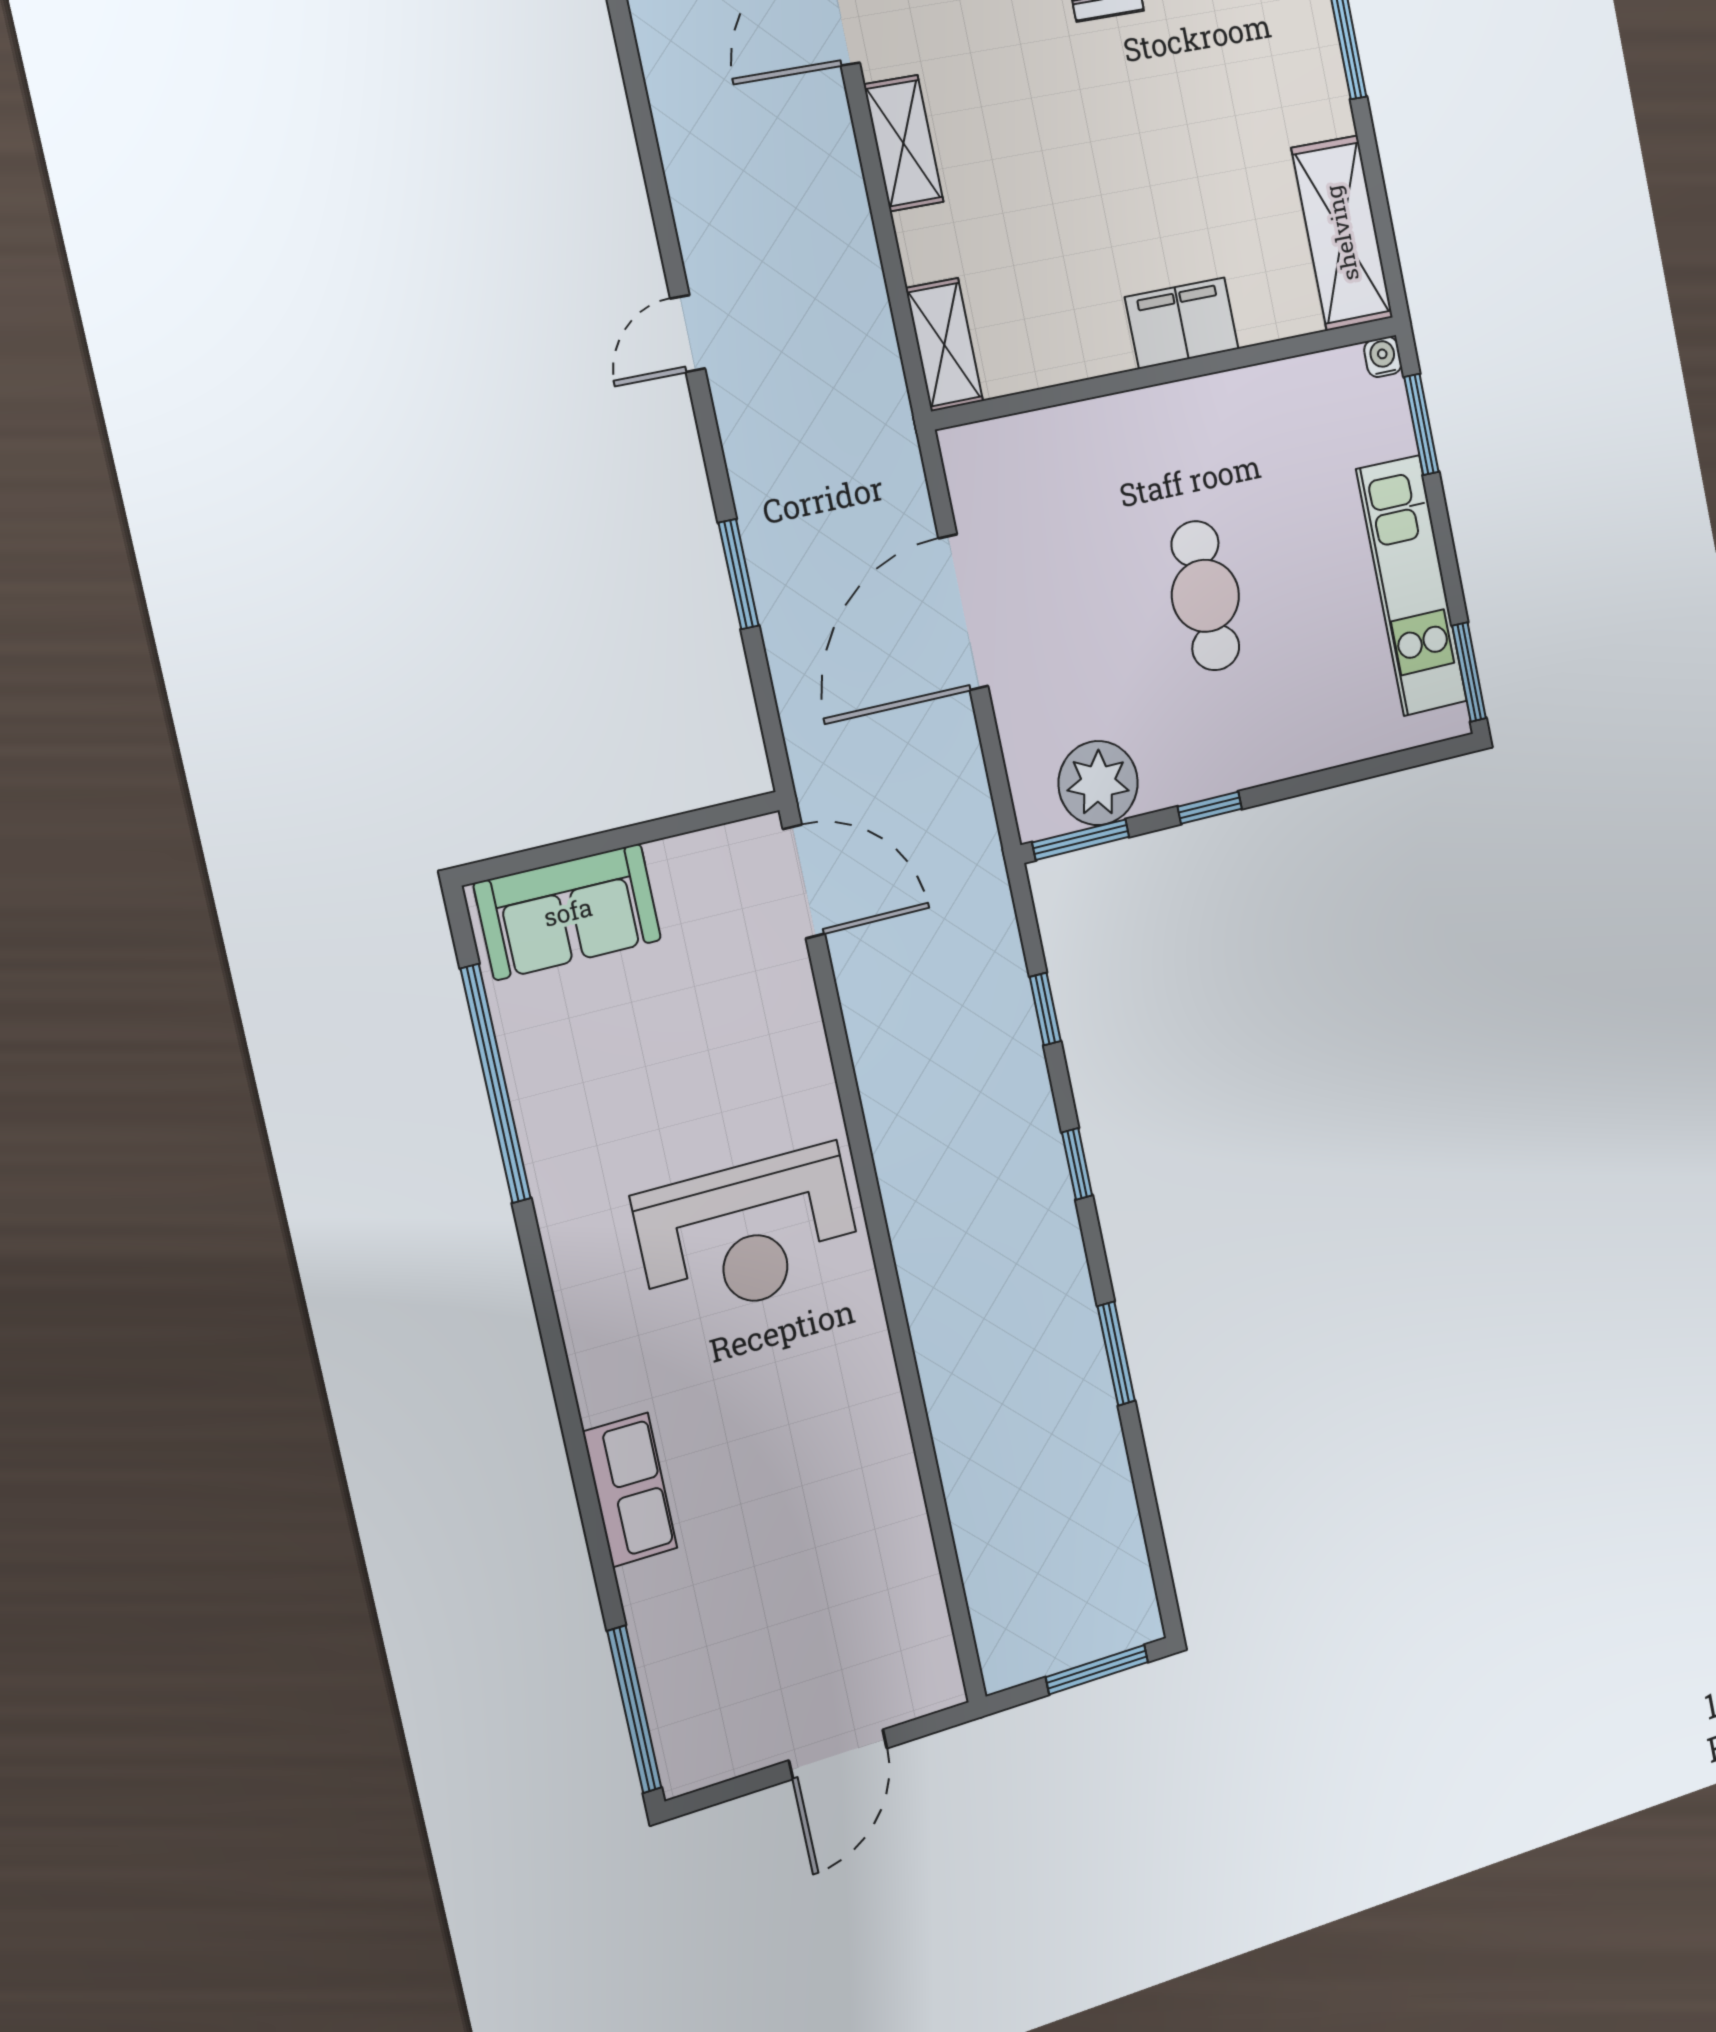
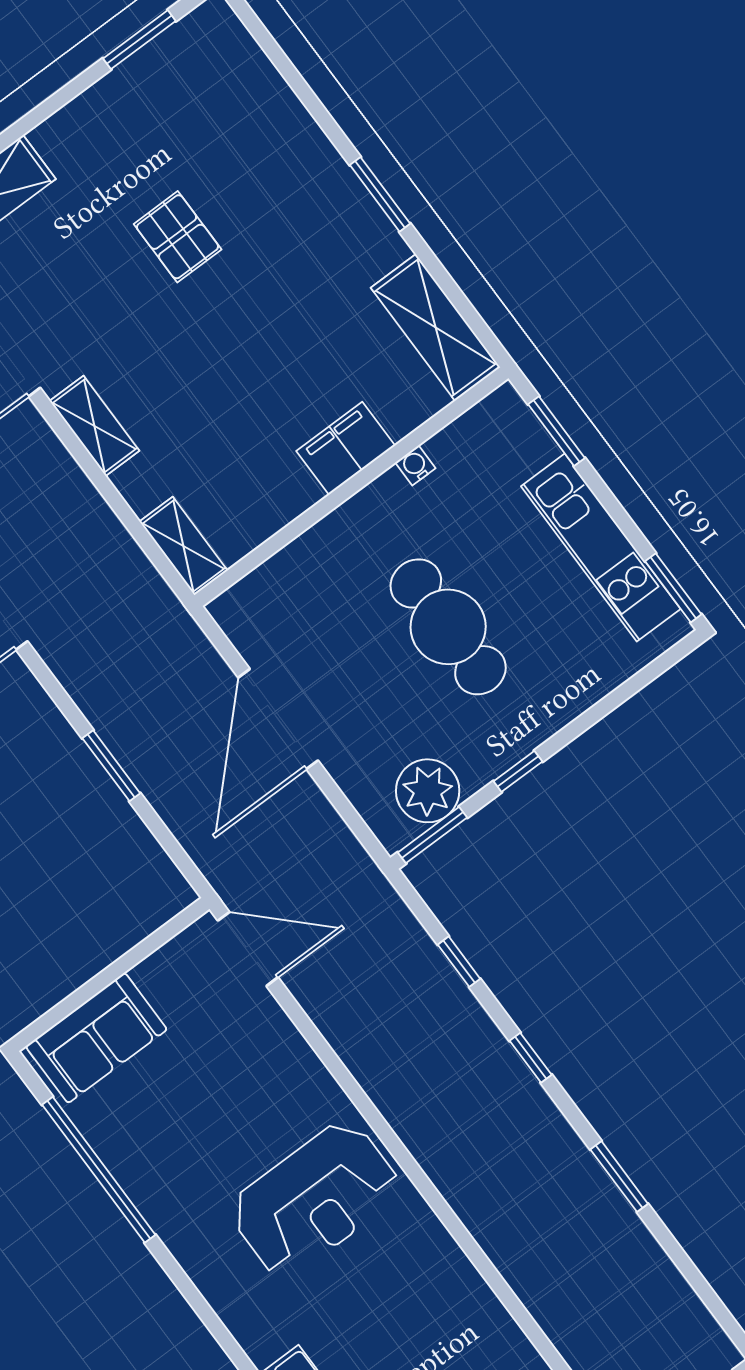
water cooler: (1383, 357) -> (415, 465), moved
cafe table: (1205, 596) -> (448, 627), width x1.37, depth x1.35

